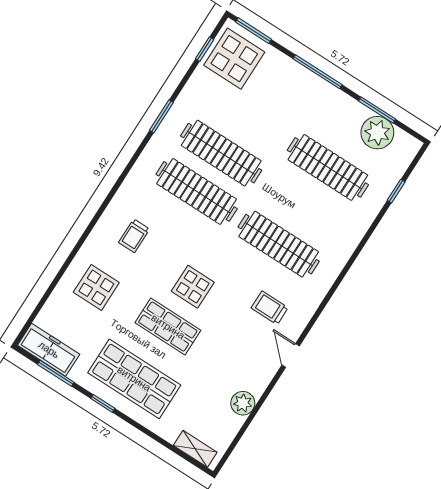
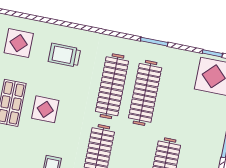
trolley: (134, 236) -> (64, 55), width x1.36, depth x1.39

